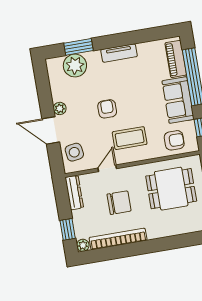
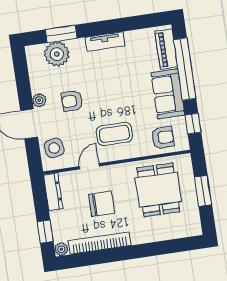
armchair: (107, 109) -> (72, 101), moved, turned -90
dining table: (171, 189) -> (158, 190), turned 90

